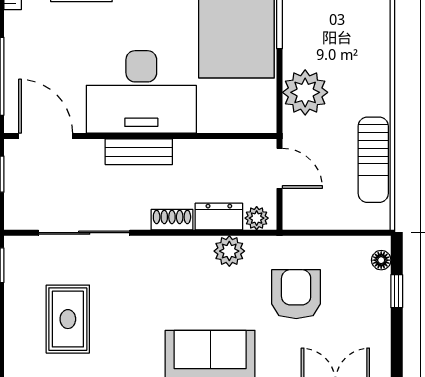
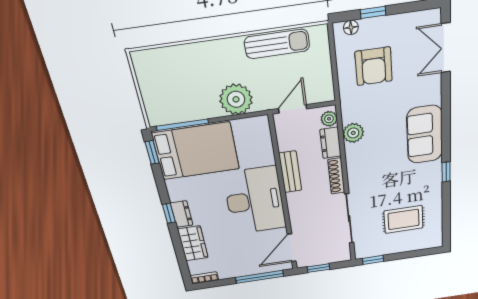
bench: (139, 152) -> (290, 172), moved
shoe rack: (172, 220) -> (336, 176), width x1.43
armchair: (296, 294) -> (374, 66), moved, turned -90

